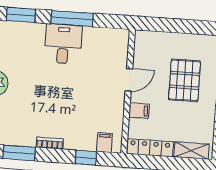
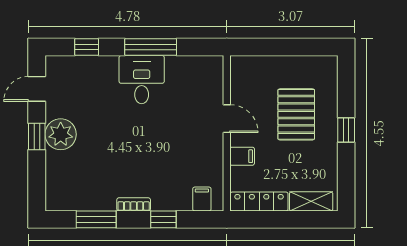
window: (21, 15) -> (87, 47), width x0.67
door: (129, 80) -> (227, 119), hinge flipped
window: (86, 158) -> (163, 219), moved

